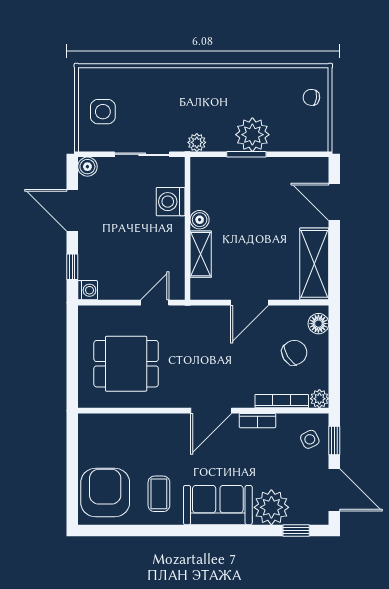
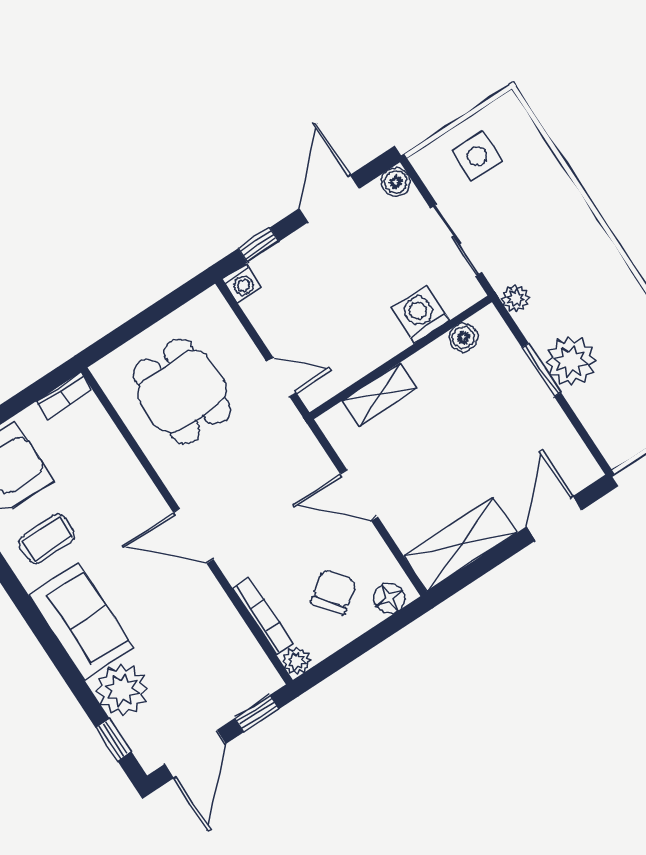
boiler: (200, 220) -> (463, 338), moved
chair: (294, 353) -> (334, 592), turned -95
bookcase: (258, 421) -> (64, 396), moved, turned -90
side table: (310, 439) -> (238, 682), removed

